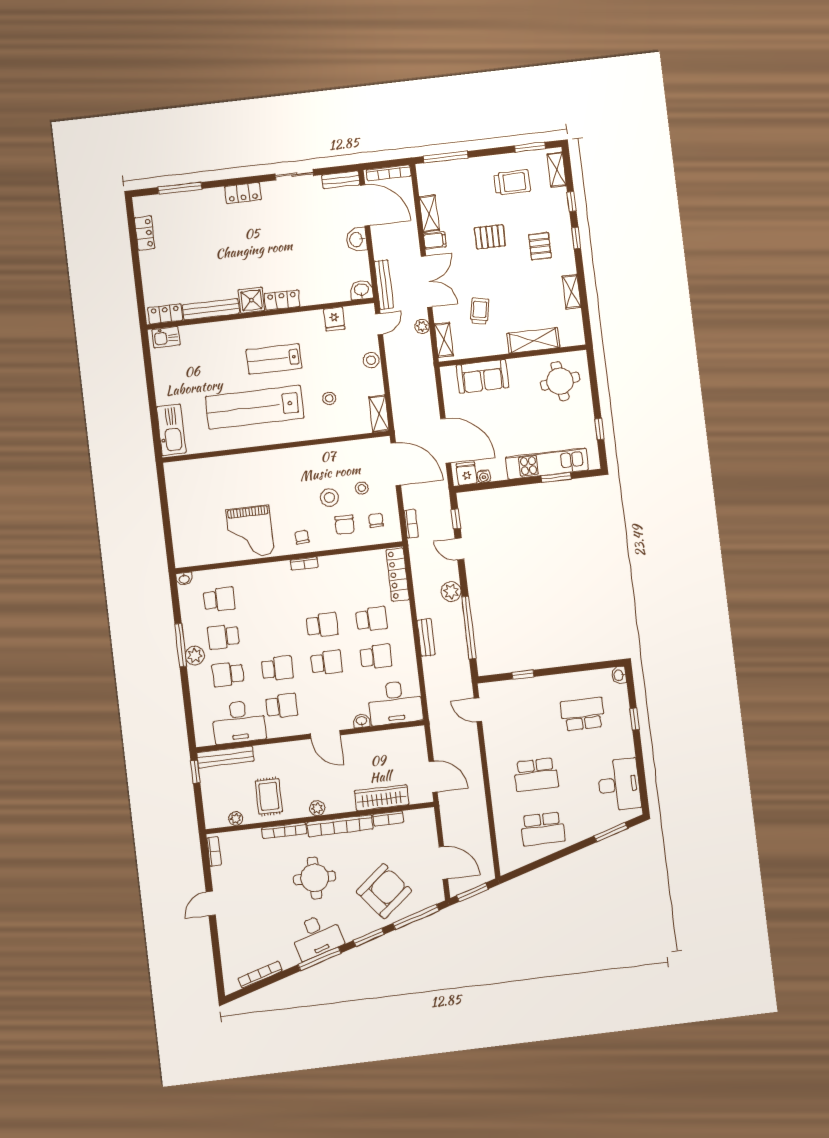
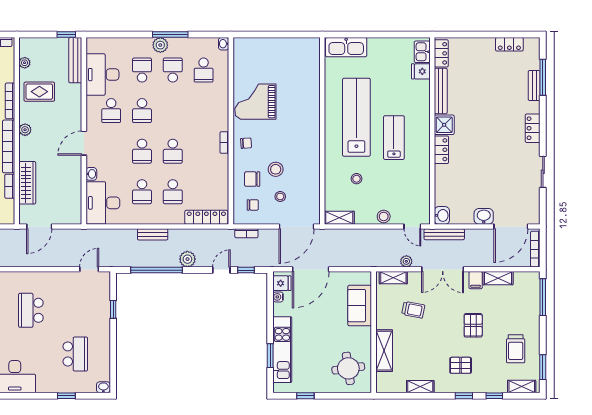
bench: (341, 180) -> (534, 86), moved
fridge: (334, 319) -> (421, 71), moved

